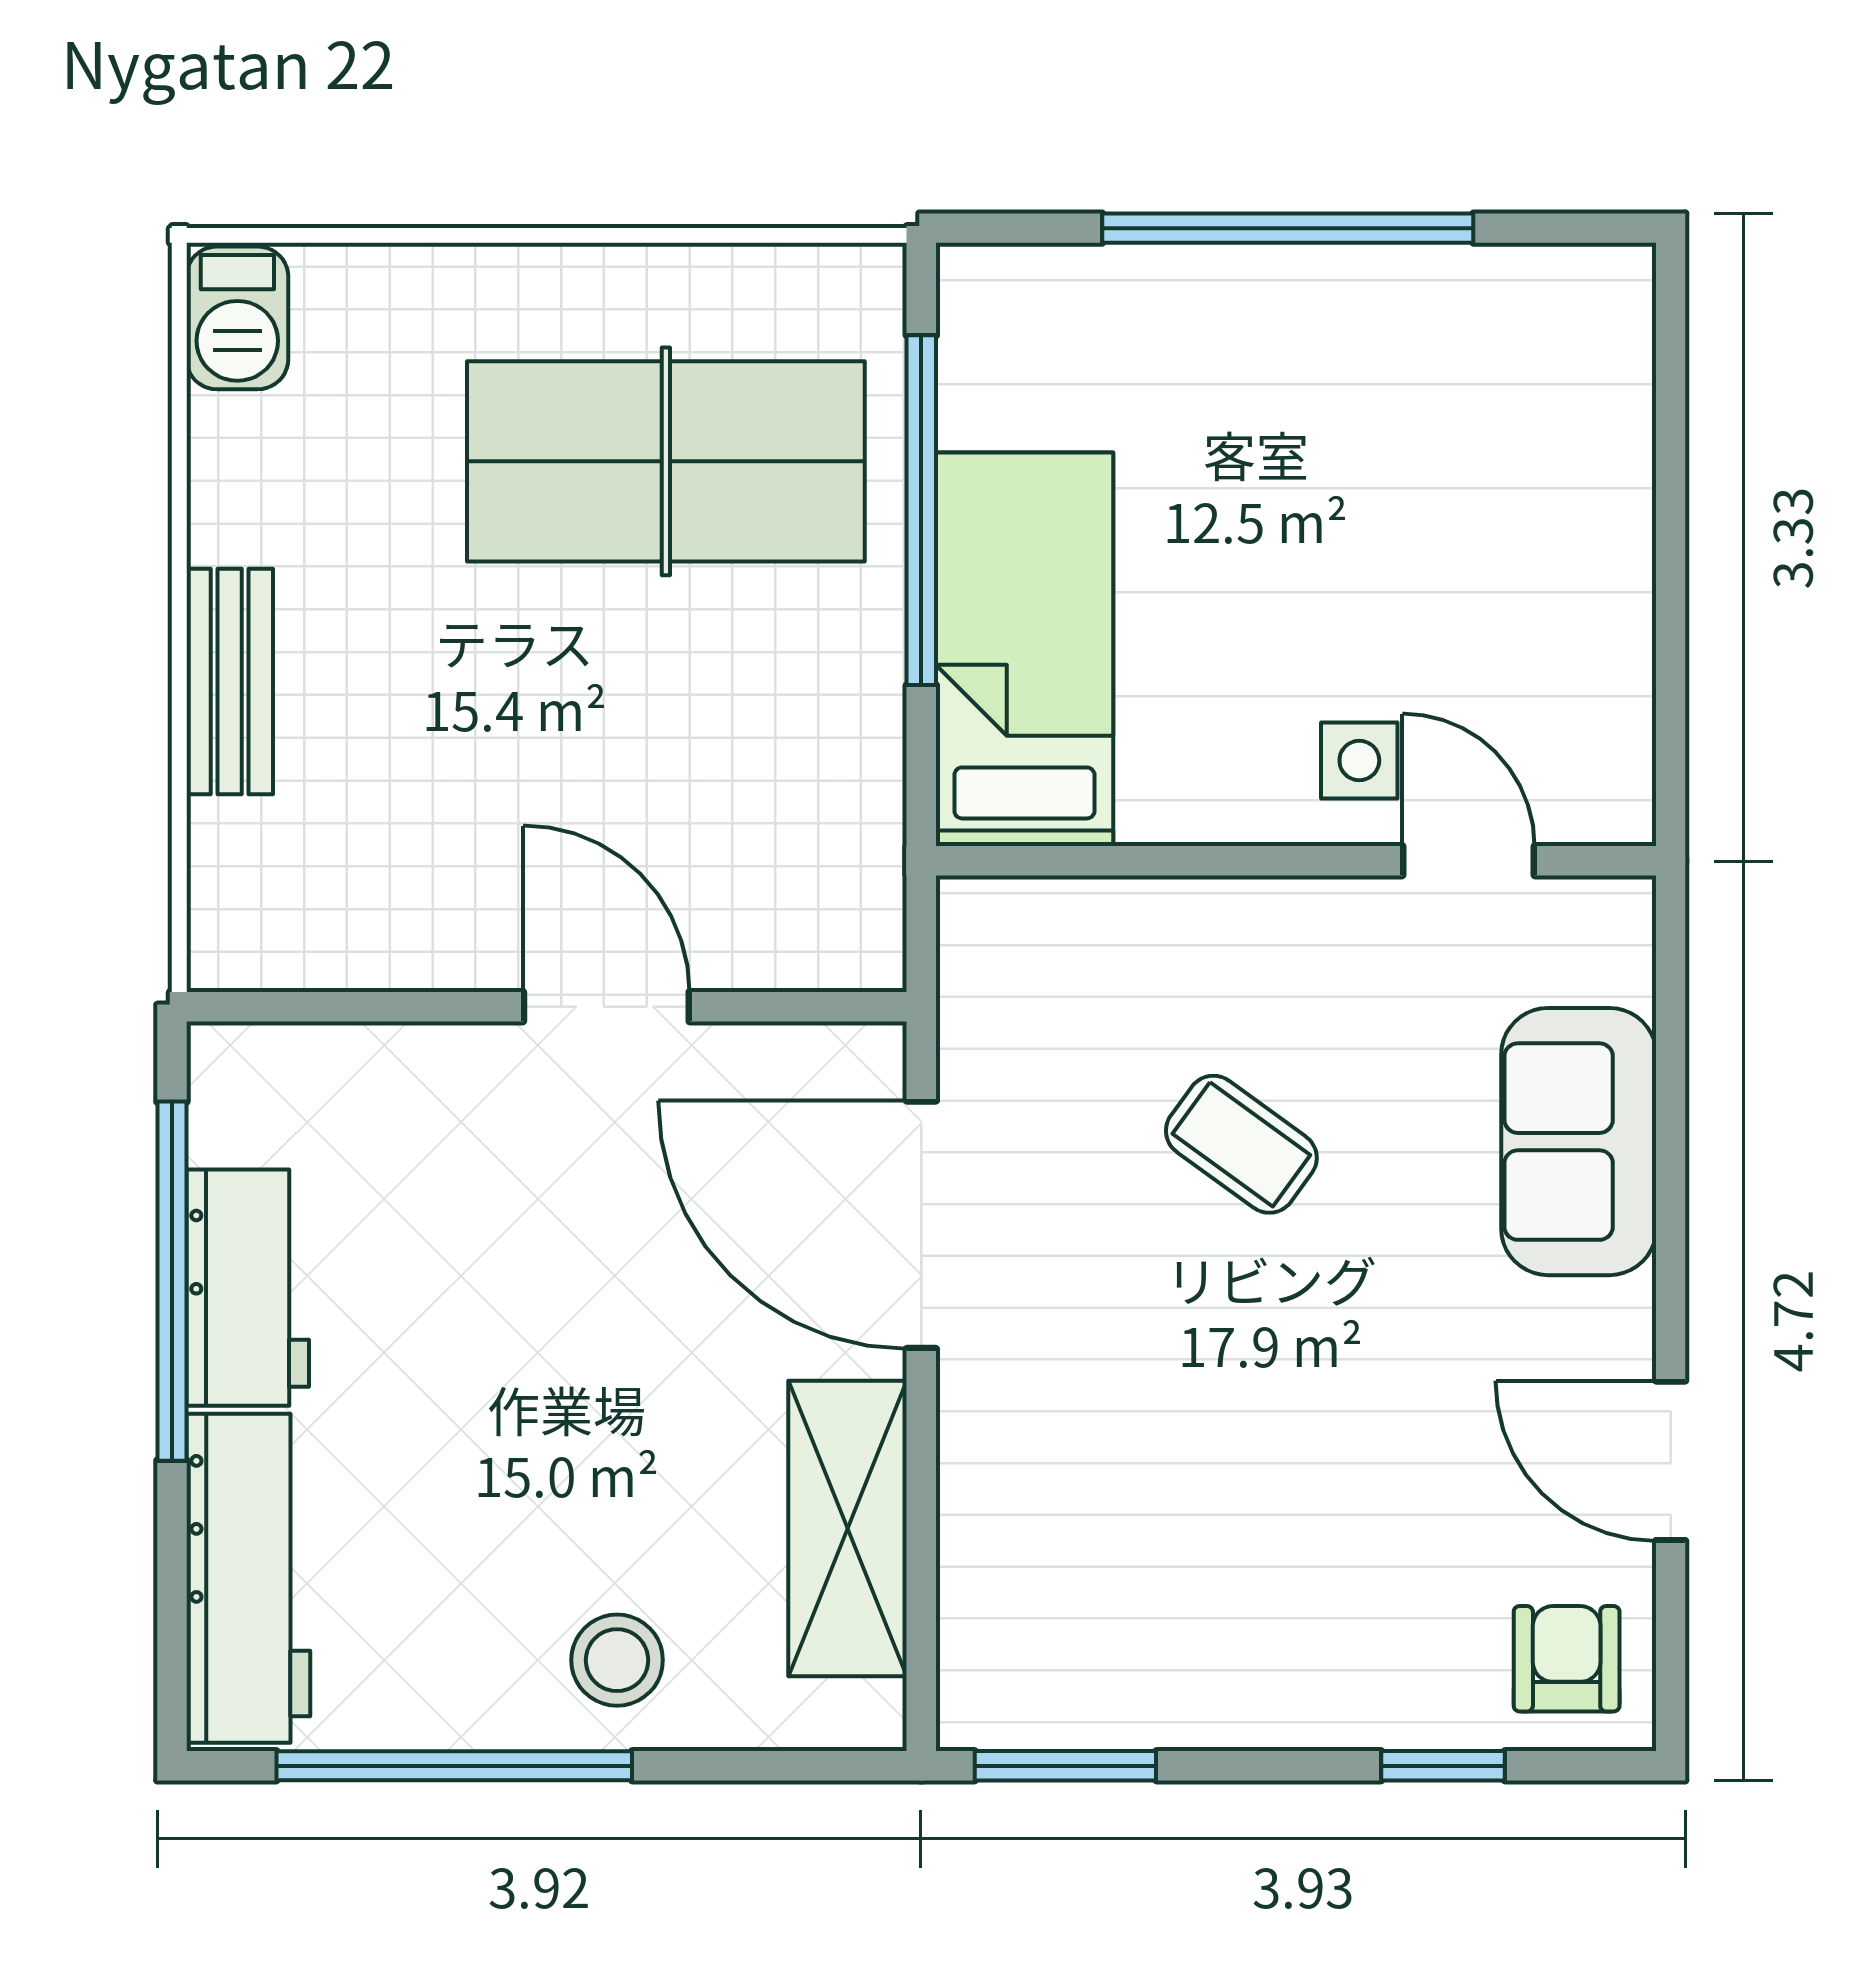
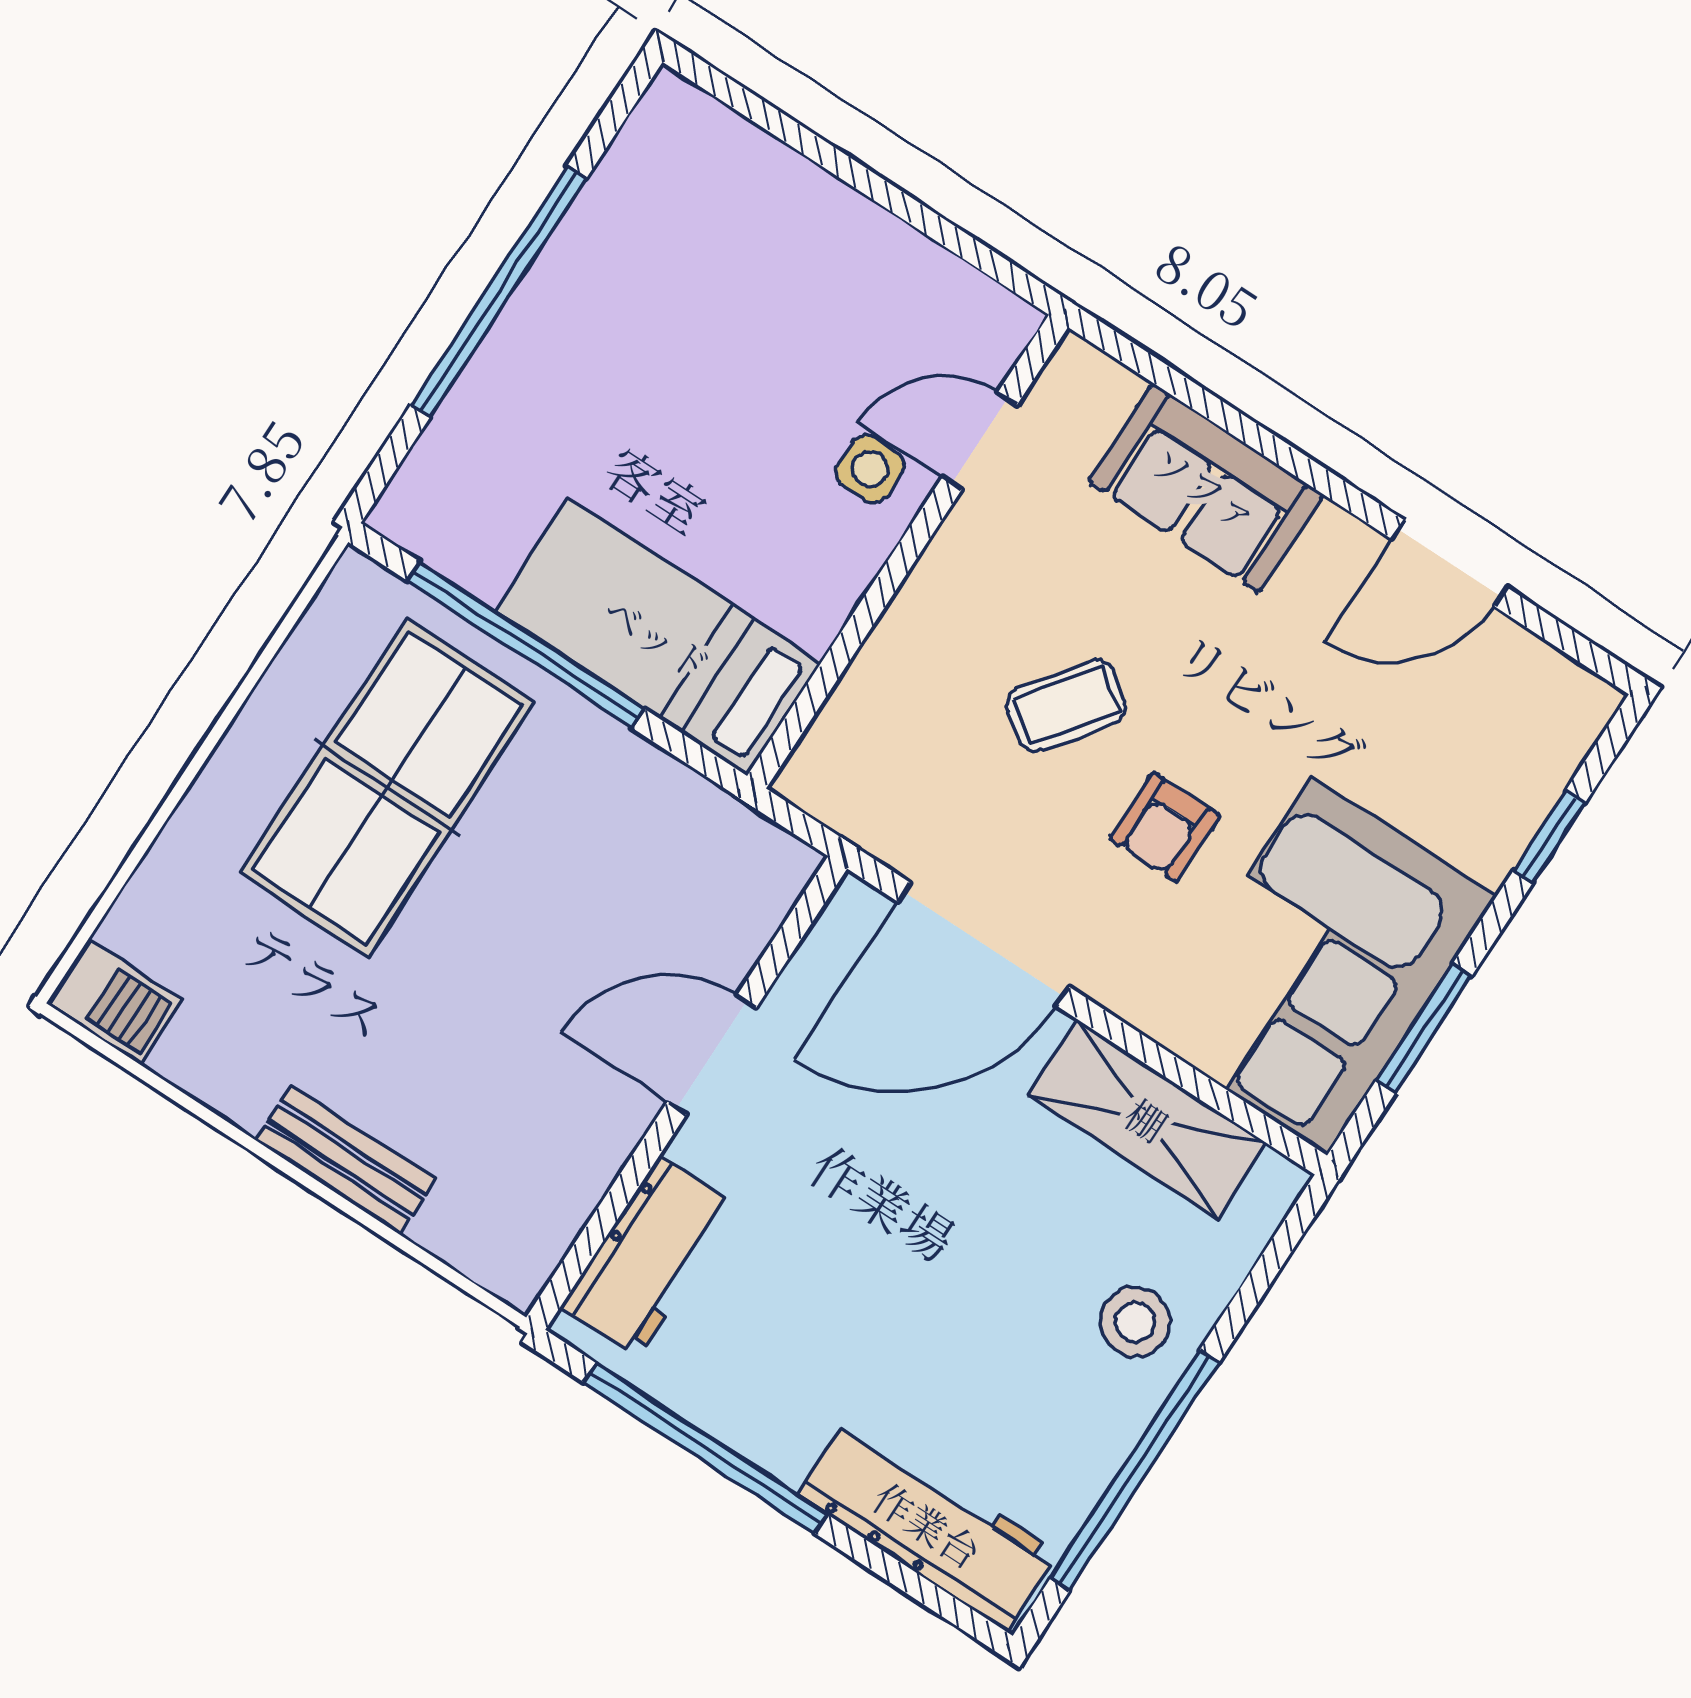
workbench: (248, 1288) -> (649, 1256), moved, turned 90
corner sofa: (1138, 1607) -> (1319, 966), added
armchair: (1567, 1659) -> (1165, 827), moved, turned -90
window: (1065, 1766) -> (1424, 1028), moved

